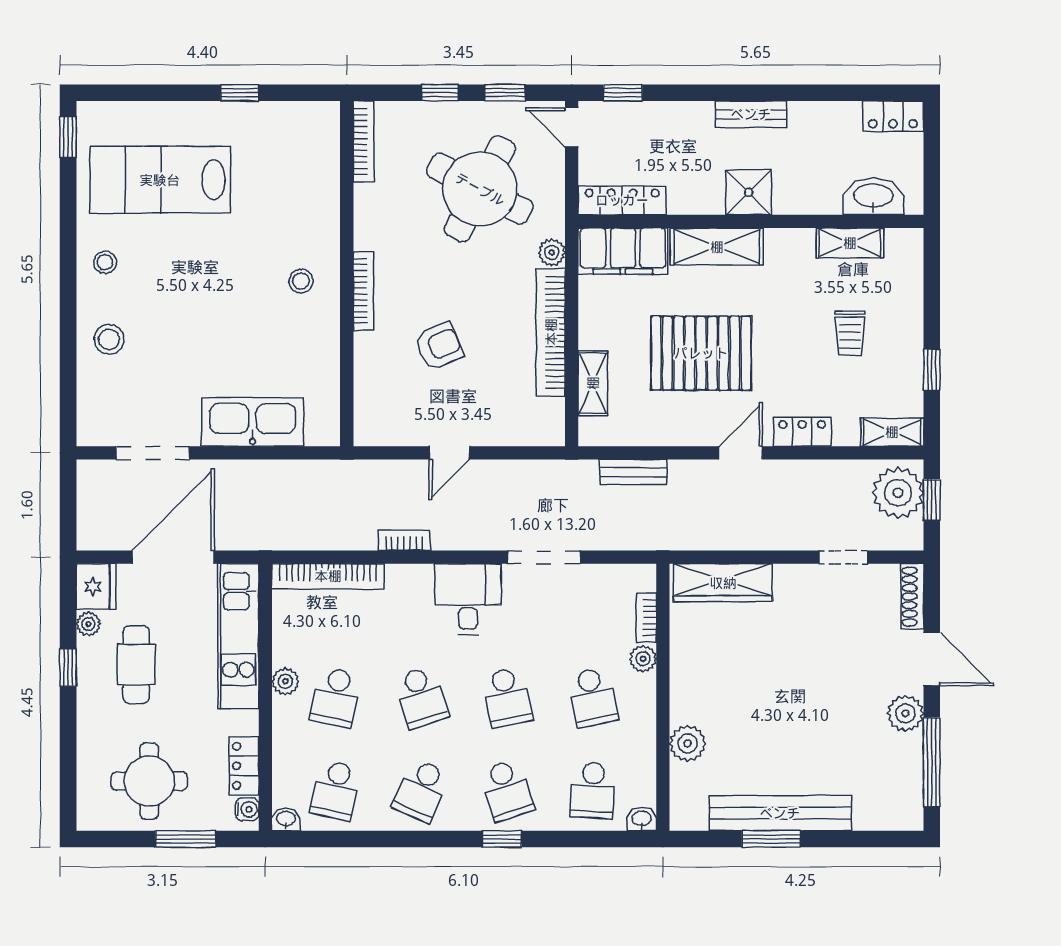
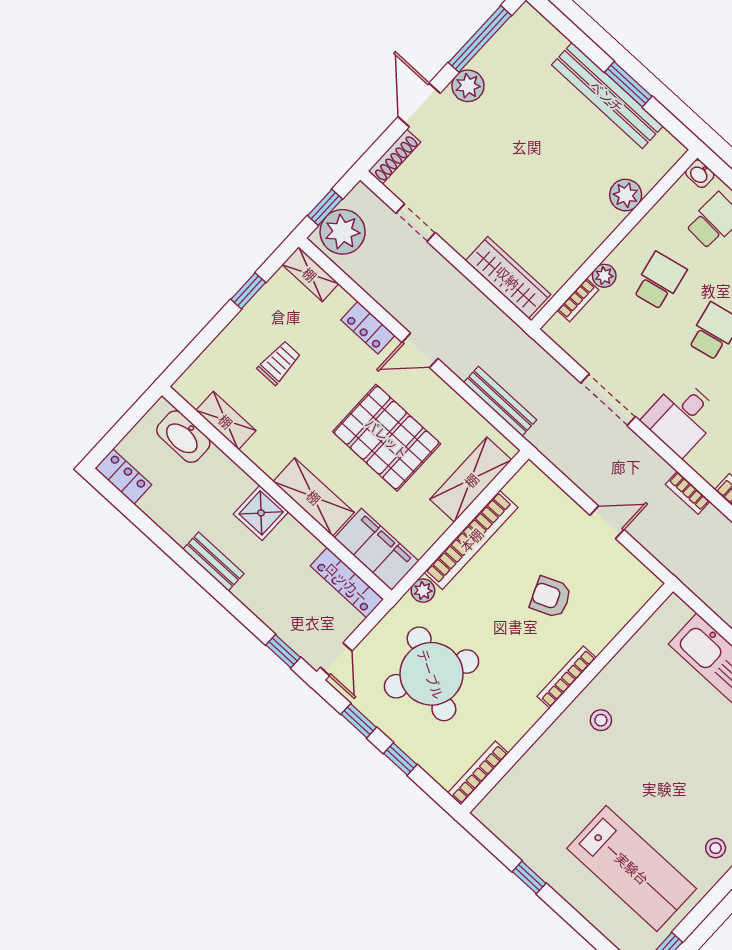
shelving: (593, 383) -> (471, 480), width x1.50, depth x1.33
bench: (634, 472) -> (500, 401), width x1.36

